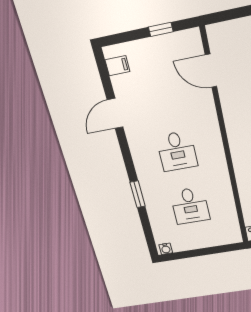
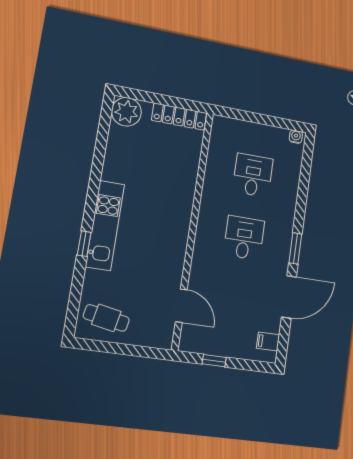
door: (115, 114) -> (289, 297), width x1.36
window: (138, 194) -> (295, 248), moved

